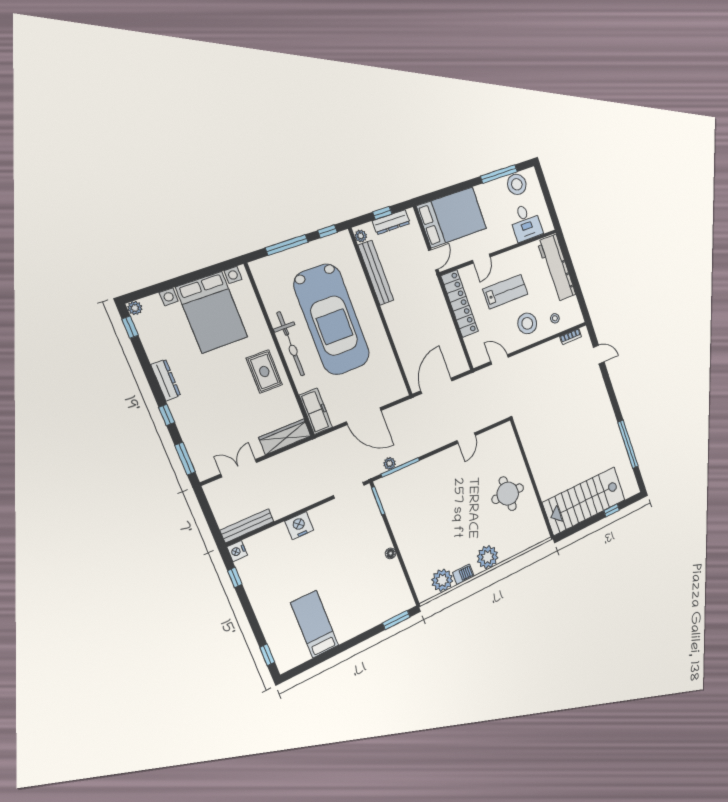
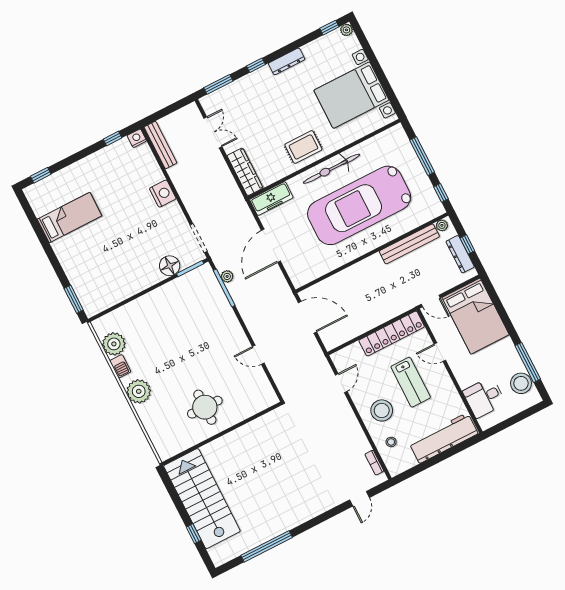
floor lamp: (391, 553) -> (170, 266), moved, width x1.89, depth x1.89

